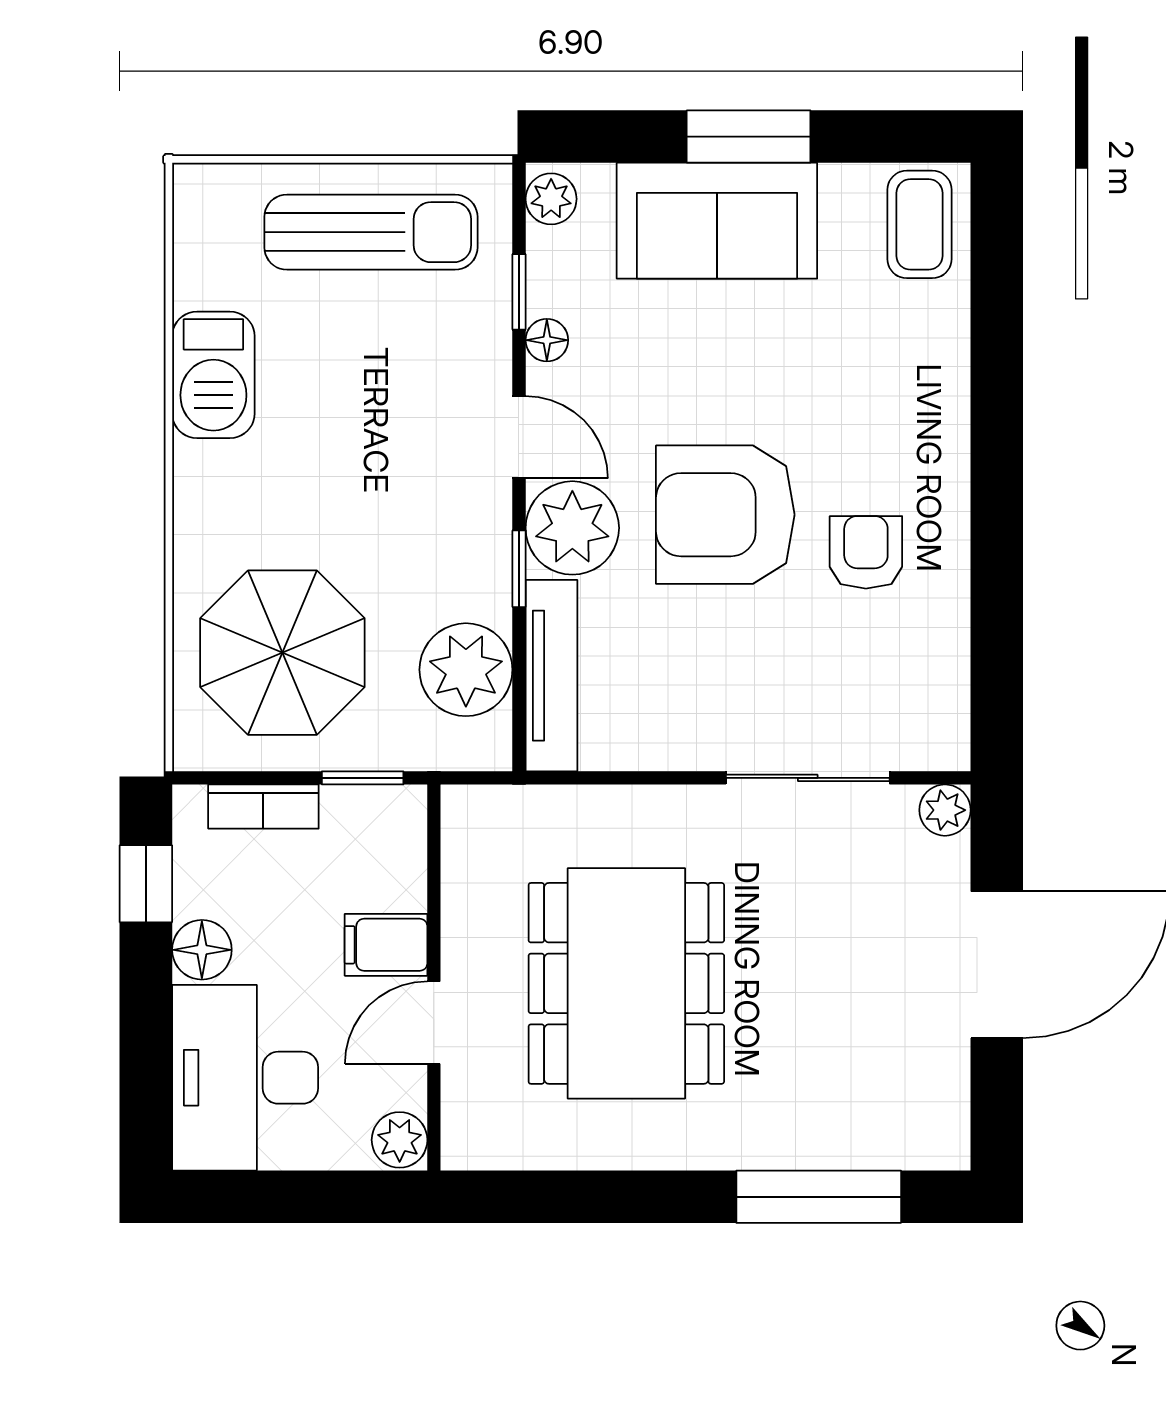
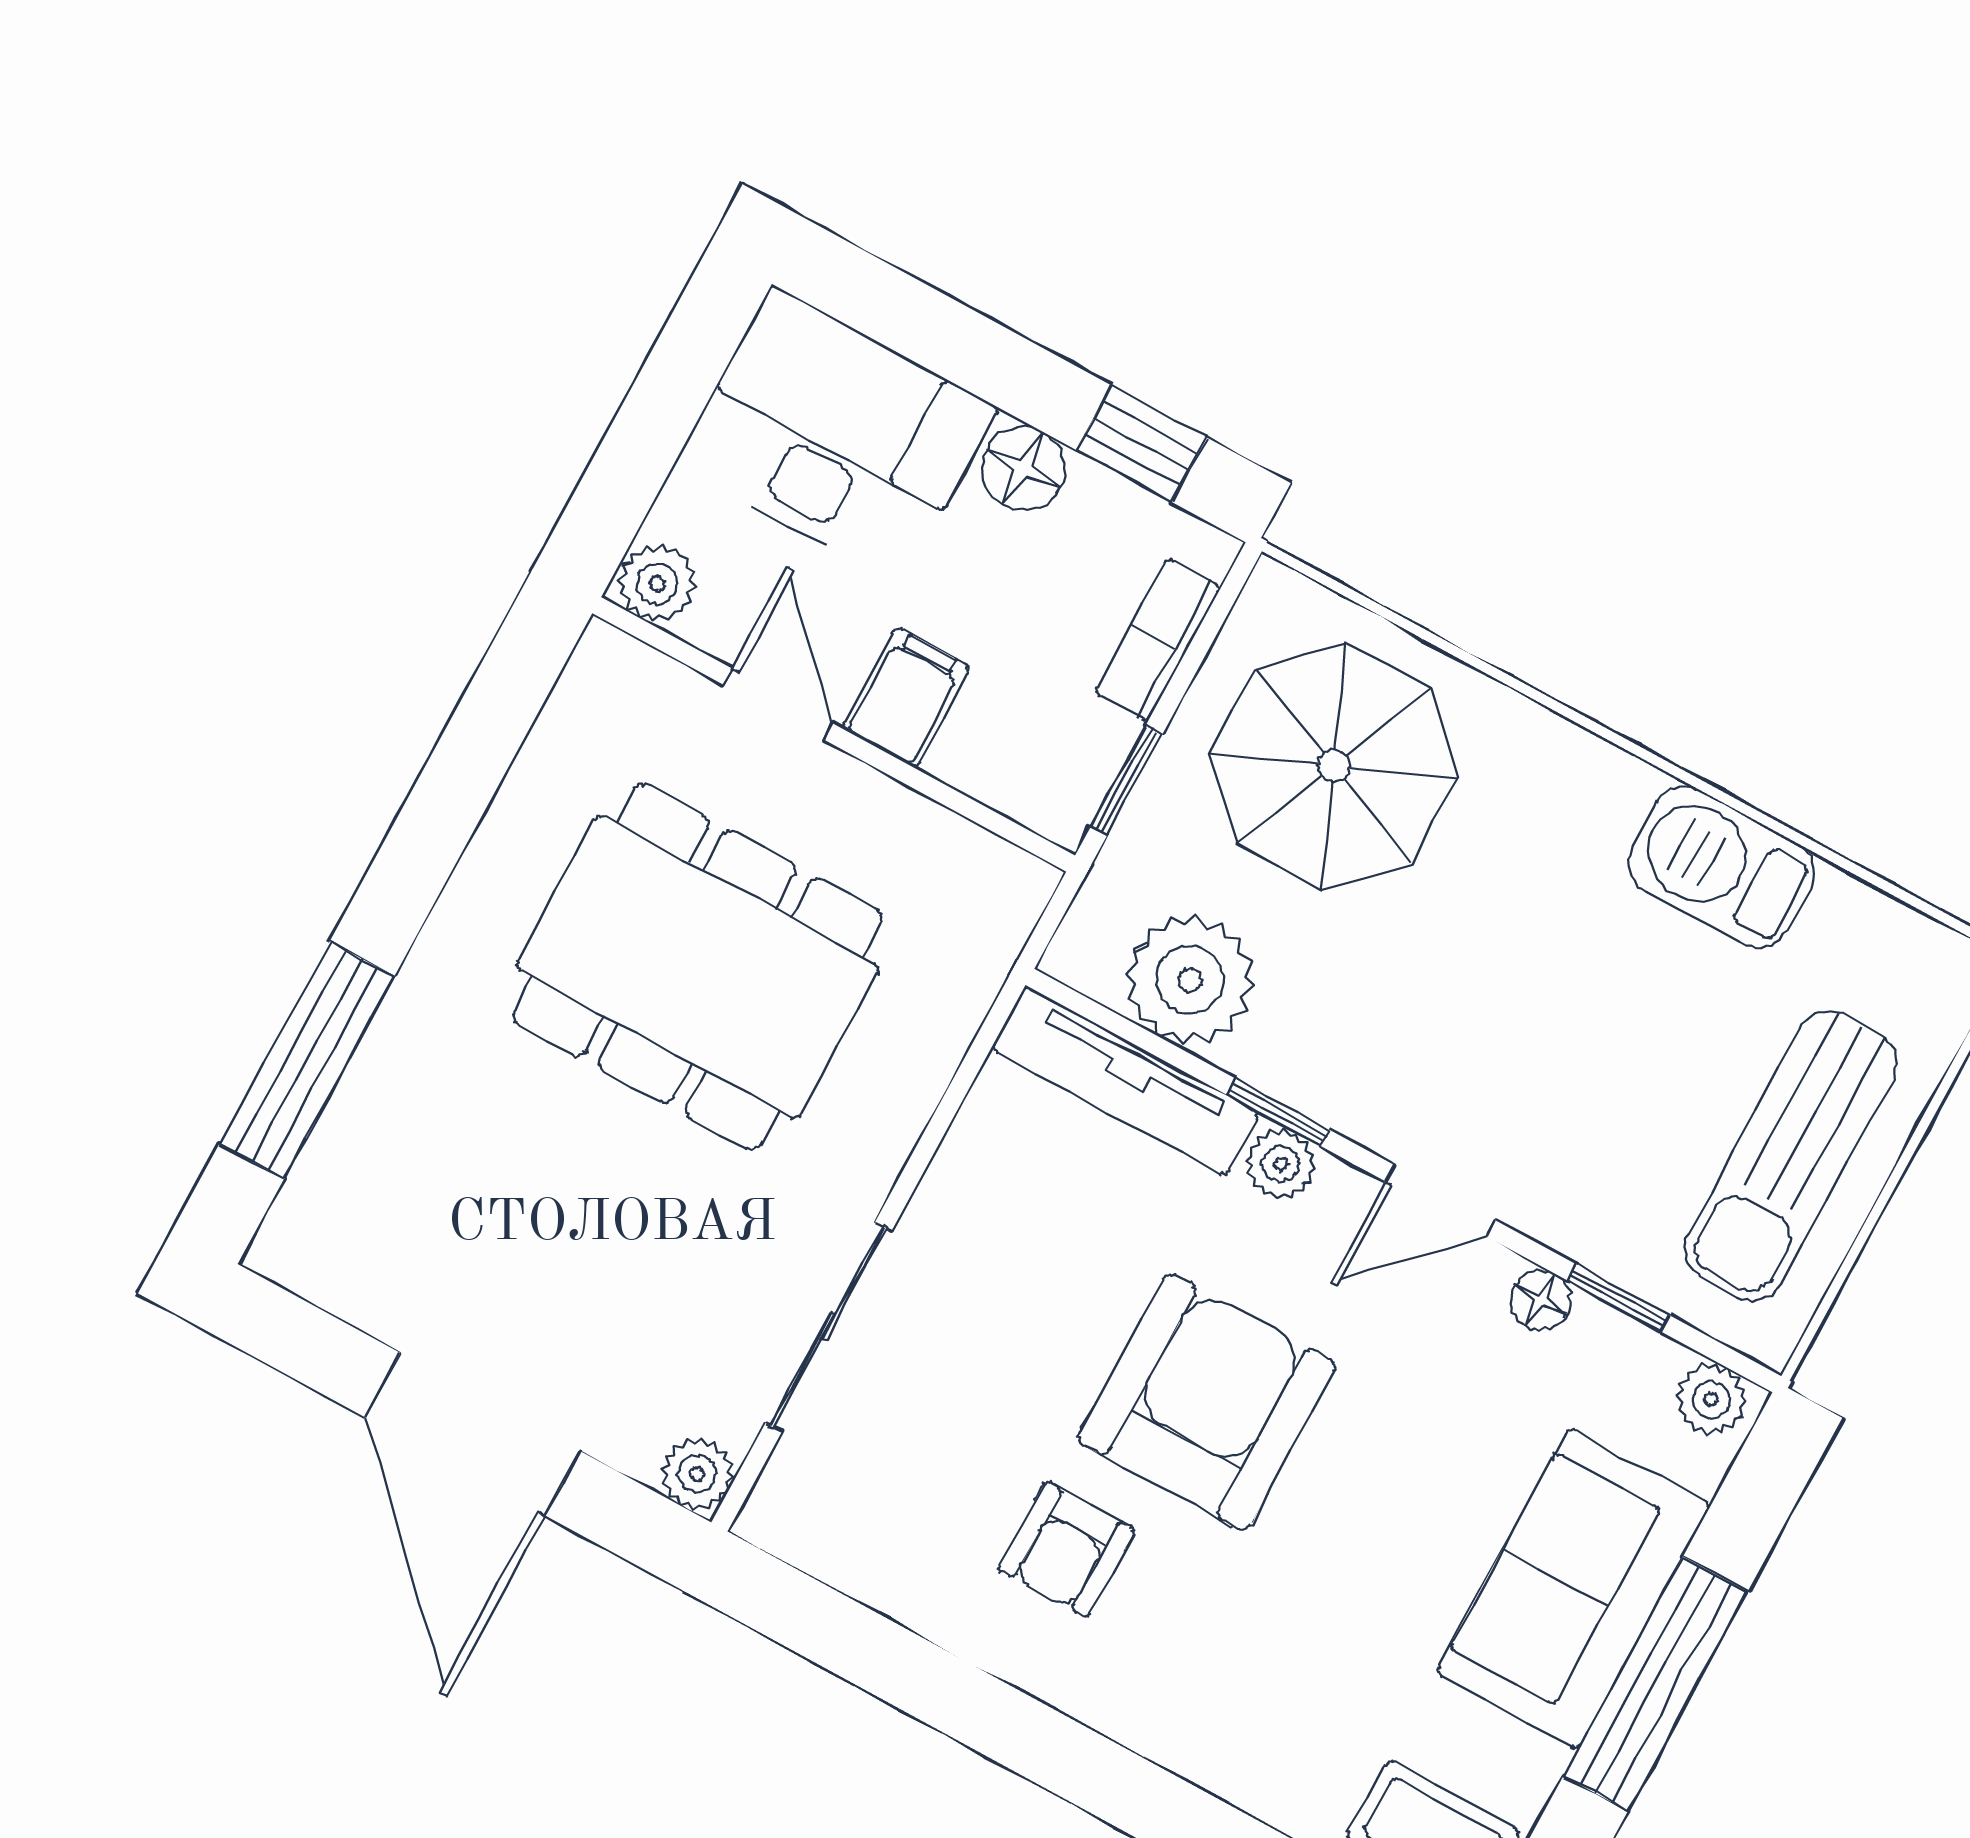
window: (749, 137) -> (1655, 1684), width x1.44
plant: (572, 528) -> (1281, 1164), width x0.53, depth x0.53
armchair: (866, 552) -> (1067, 1549), turned 90

